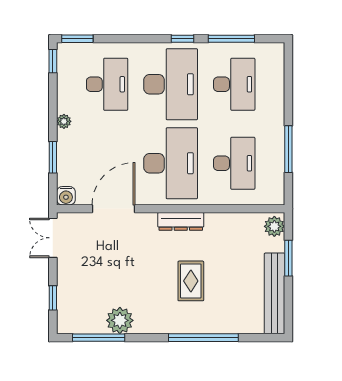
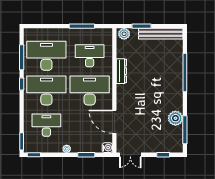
desk: (234, 84) -> (46, 56), width x1.36, depth x1.30
dresser: (181, 221) -> (121, 71), moved
rug: (191, 281) -> (154, 79), removed

